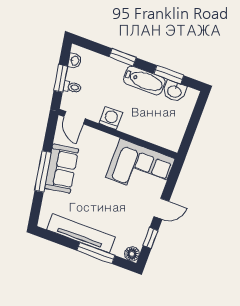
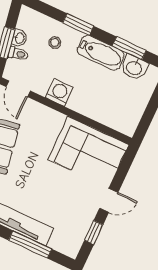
washbasin: (75, 61) -> (19, 38), moved
stool: (103, 75) -> (55, 42), added
floor lamp: (132, 254) -> (71, 249), removed

